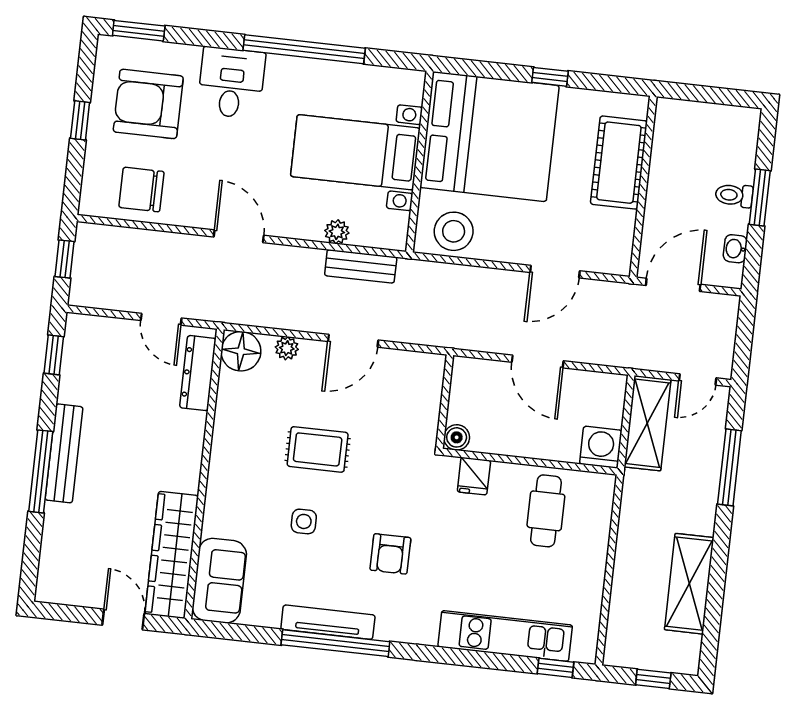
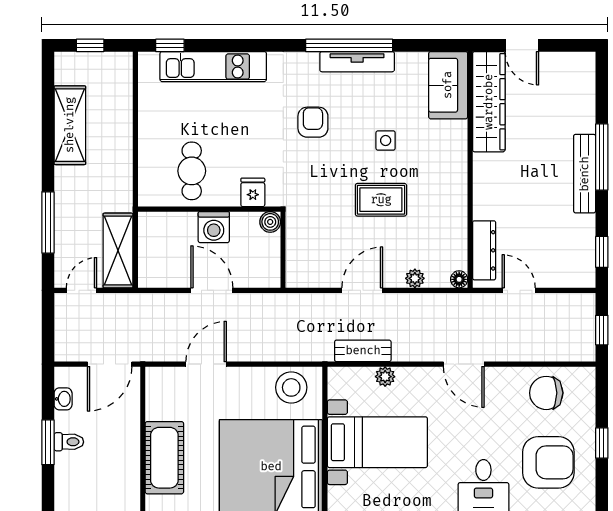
chair: (141, 189) -> (546, 393), turned 180
floor lamp: (241, 351) -> (459, 279), width x0.53, depth x0.53
washing machine: (601, 447) -> (214, 227), moved

